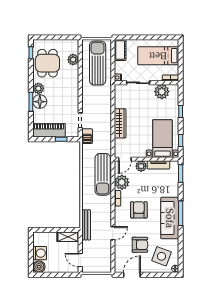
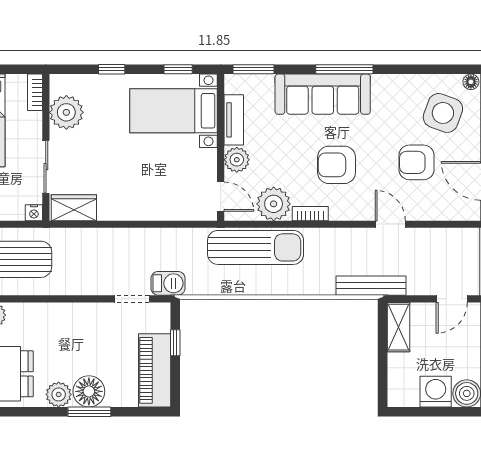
wardrobe: (120, 123) -> (74, 208), moved, width x0.67
sofa: (170, 218) -> (323, 94), moved
armchair: (140, 245) -> (417, 162), turned -90

